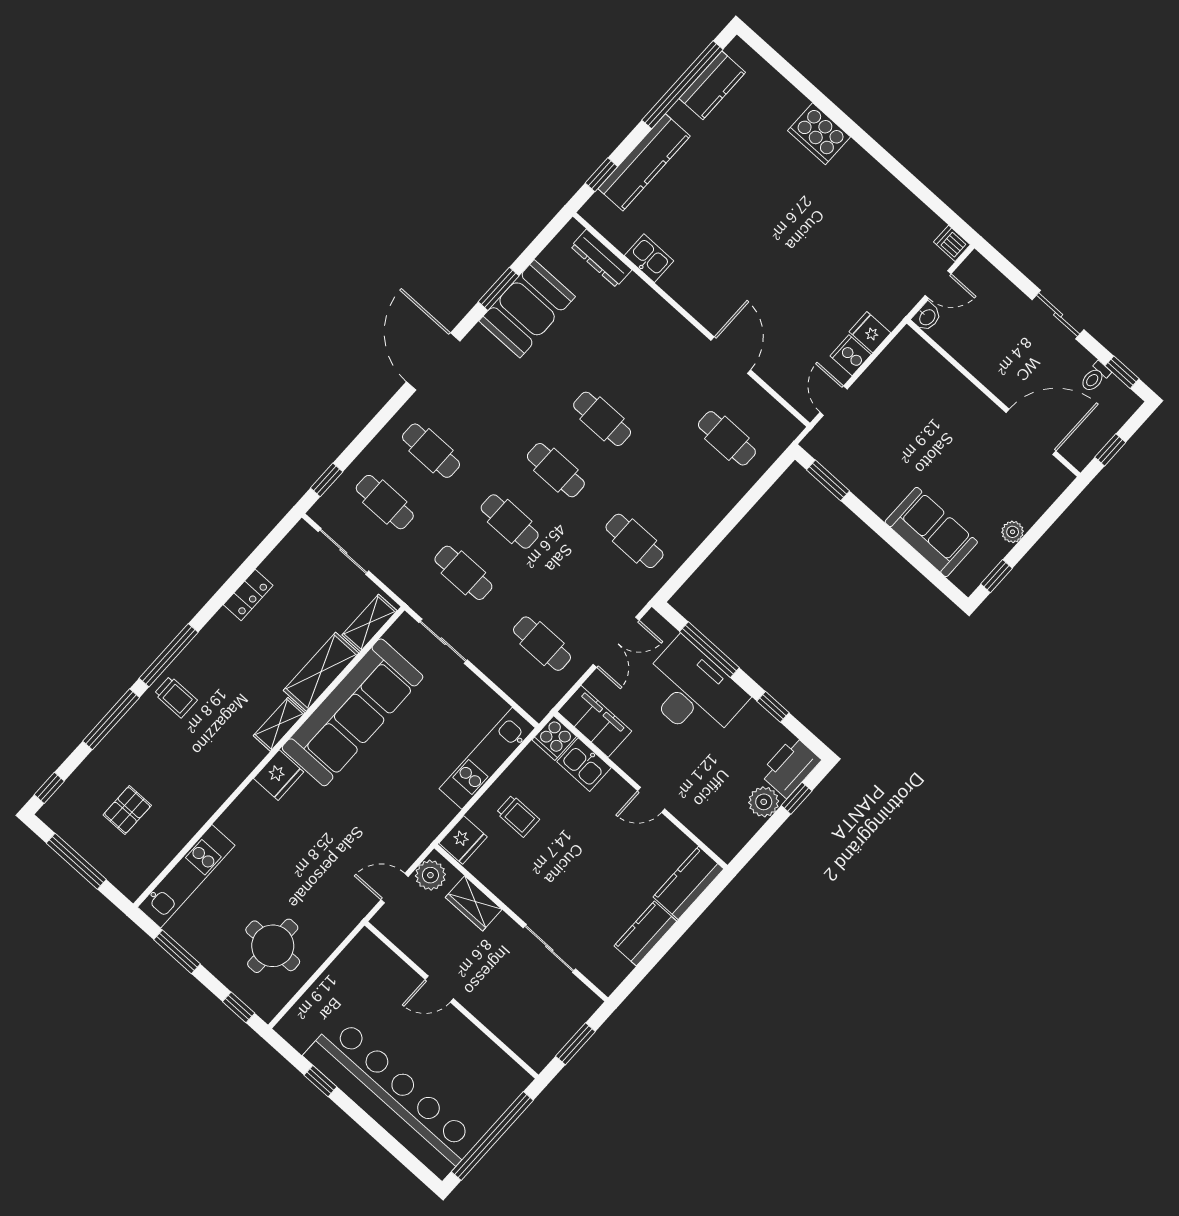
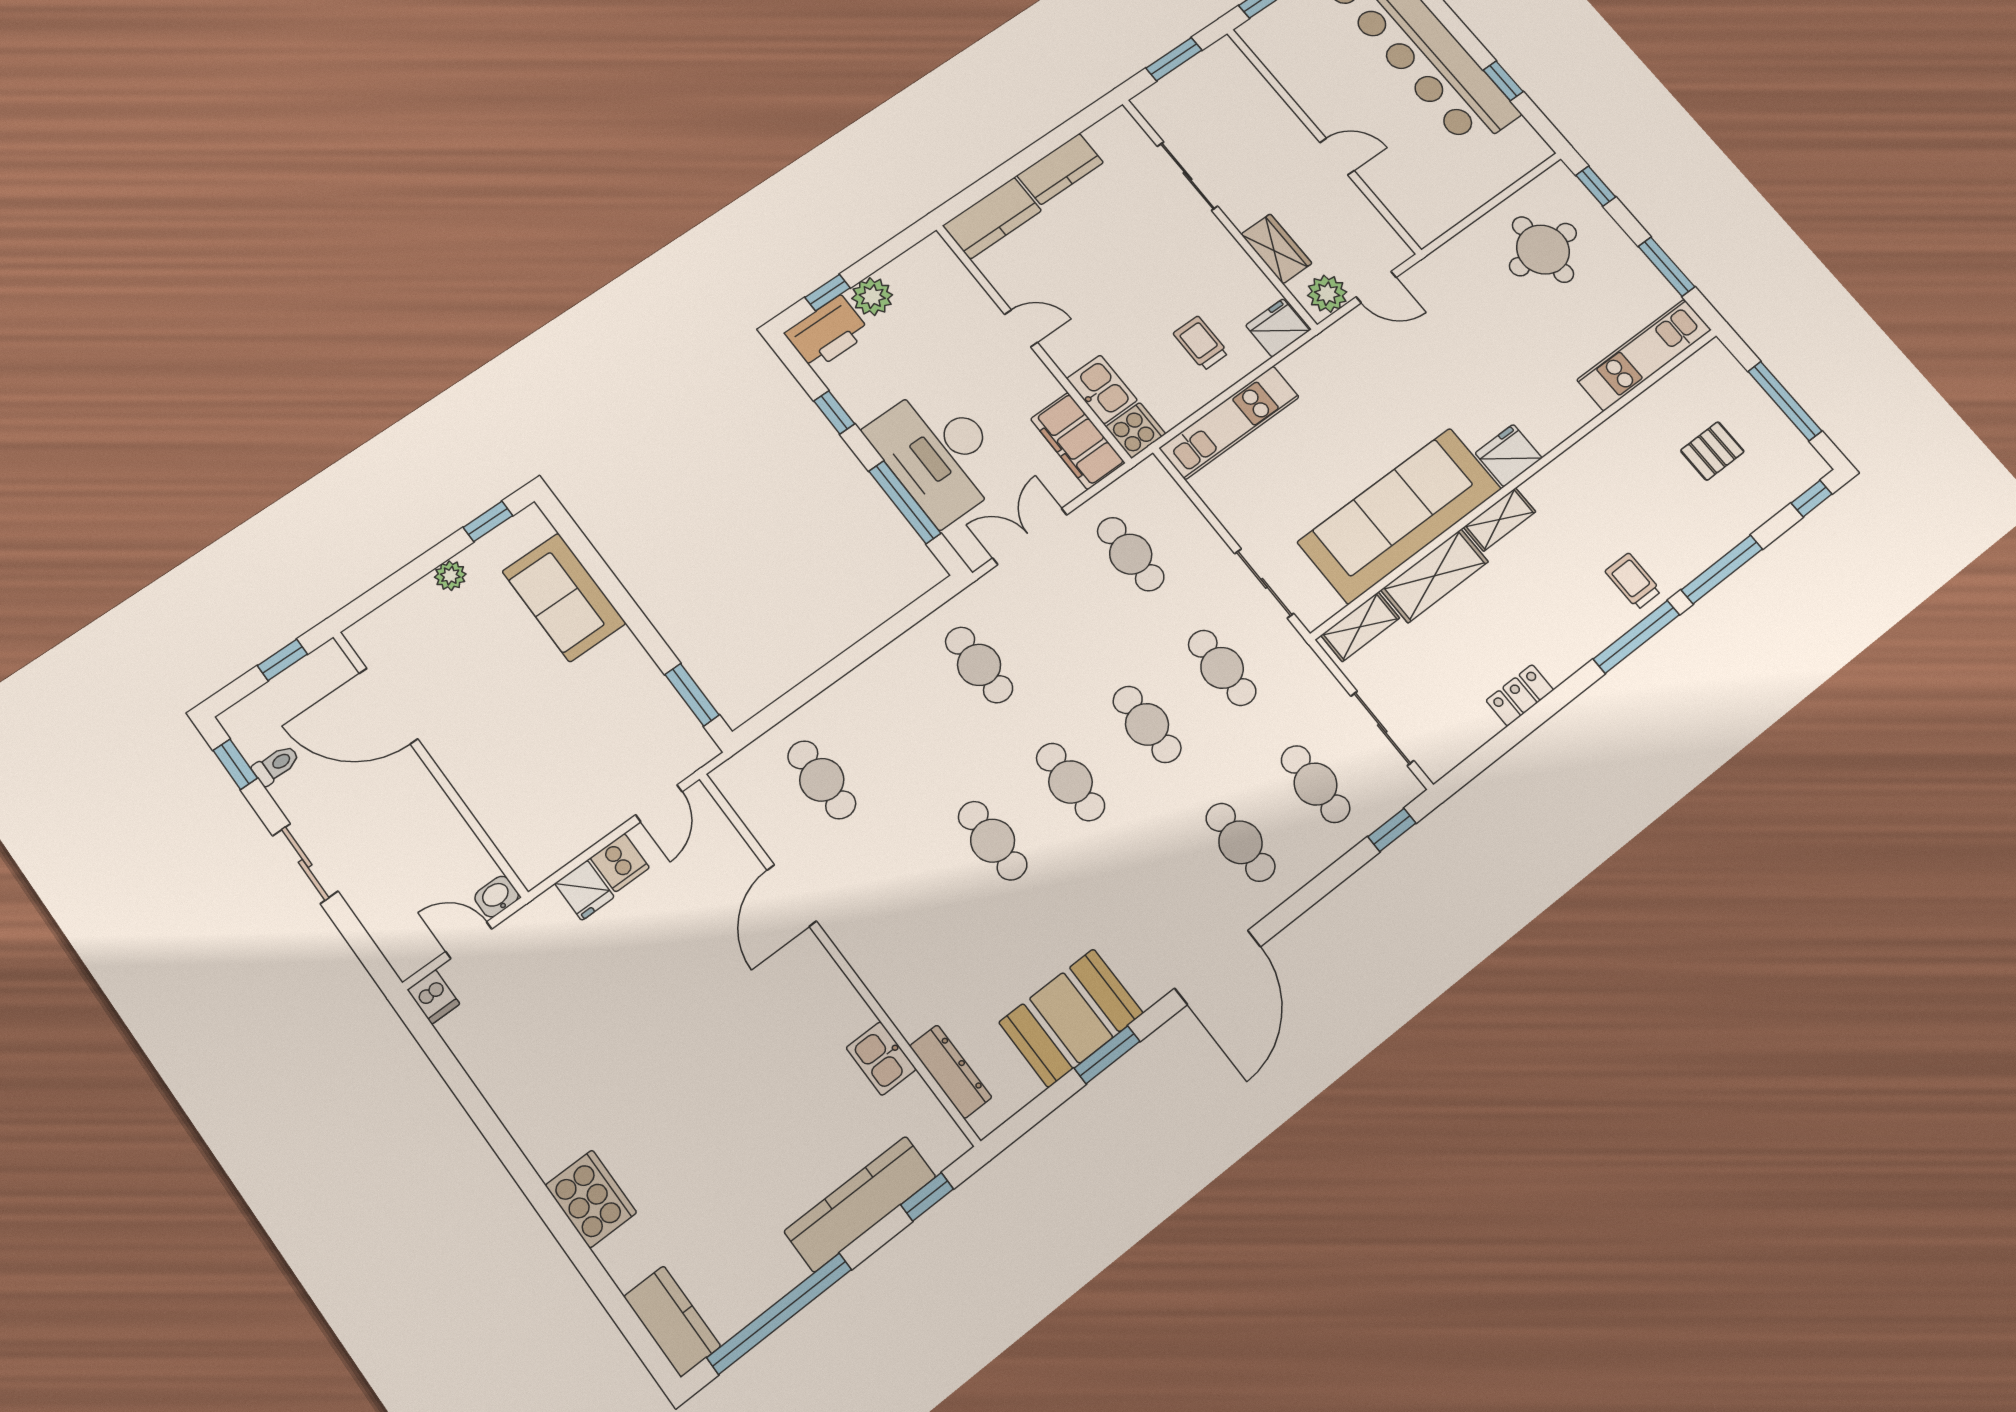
kitchen counter: (712, 85) -> (672, 1321), moved, turned 90

